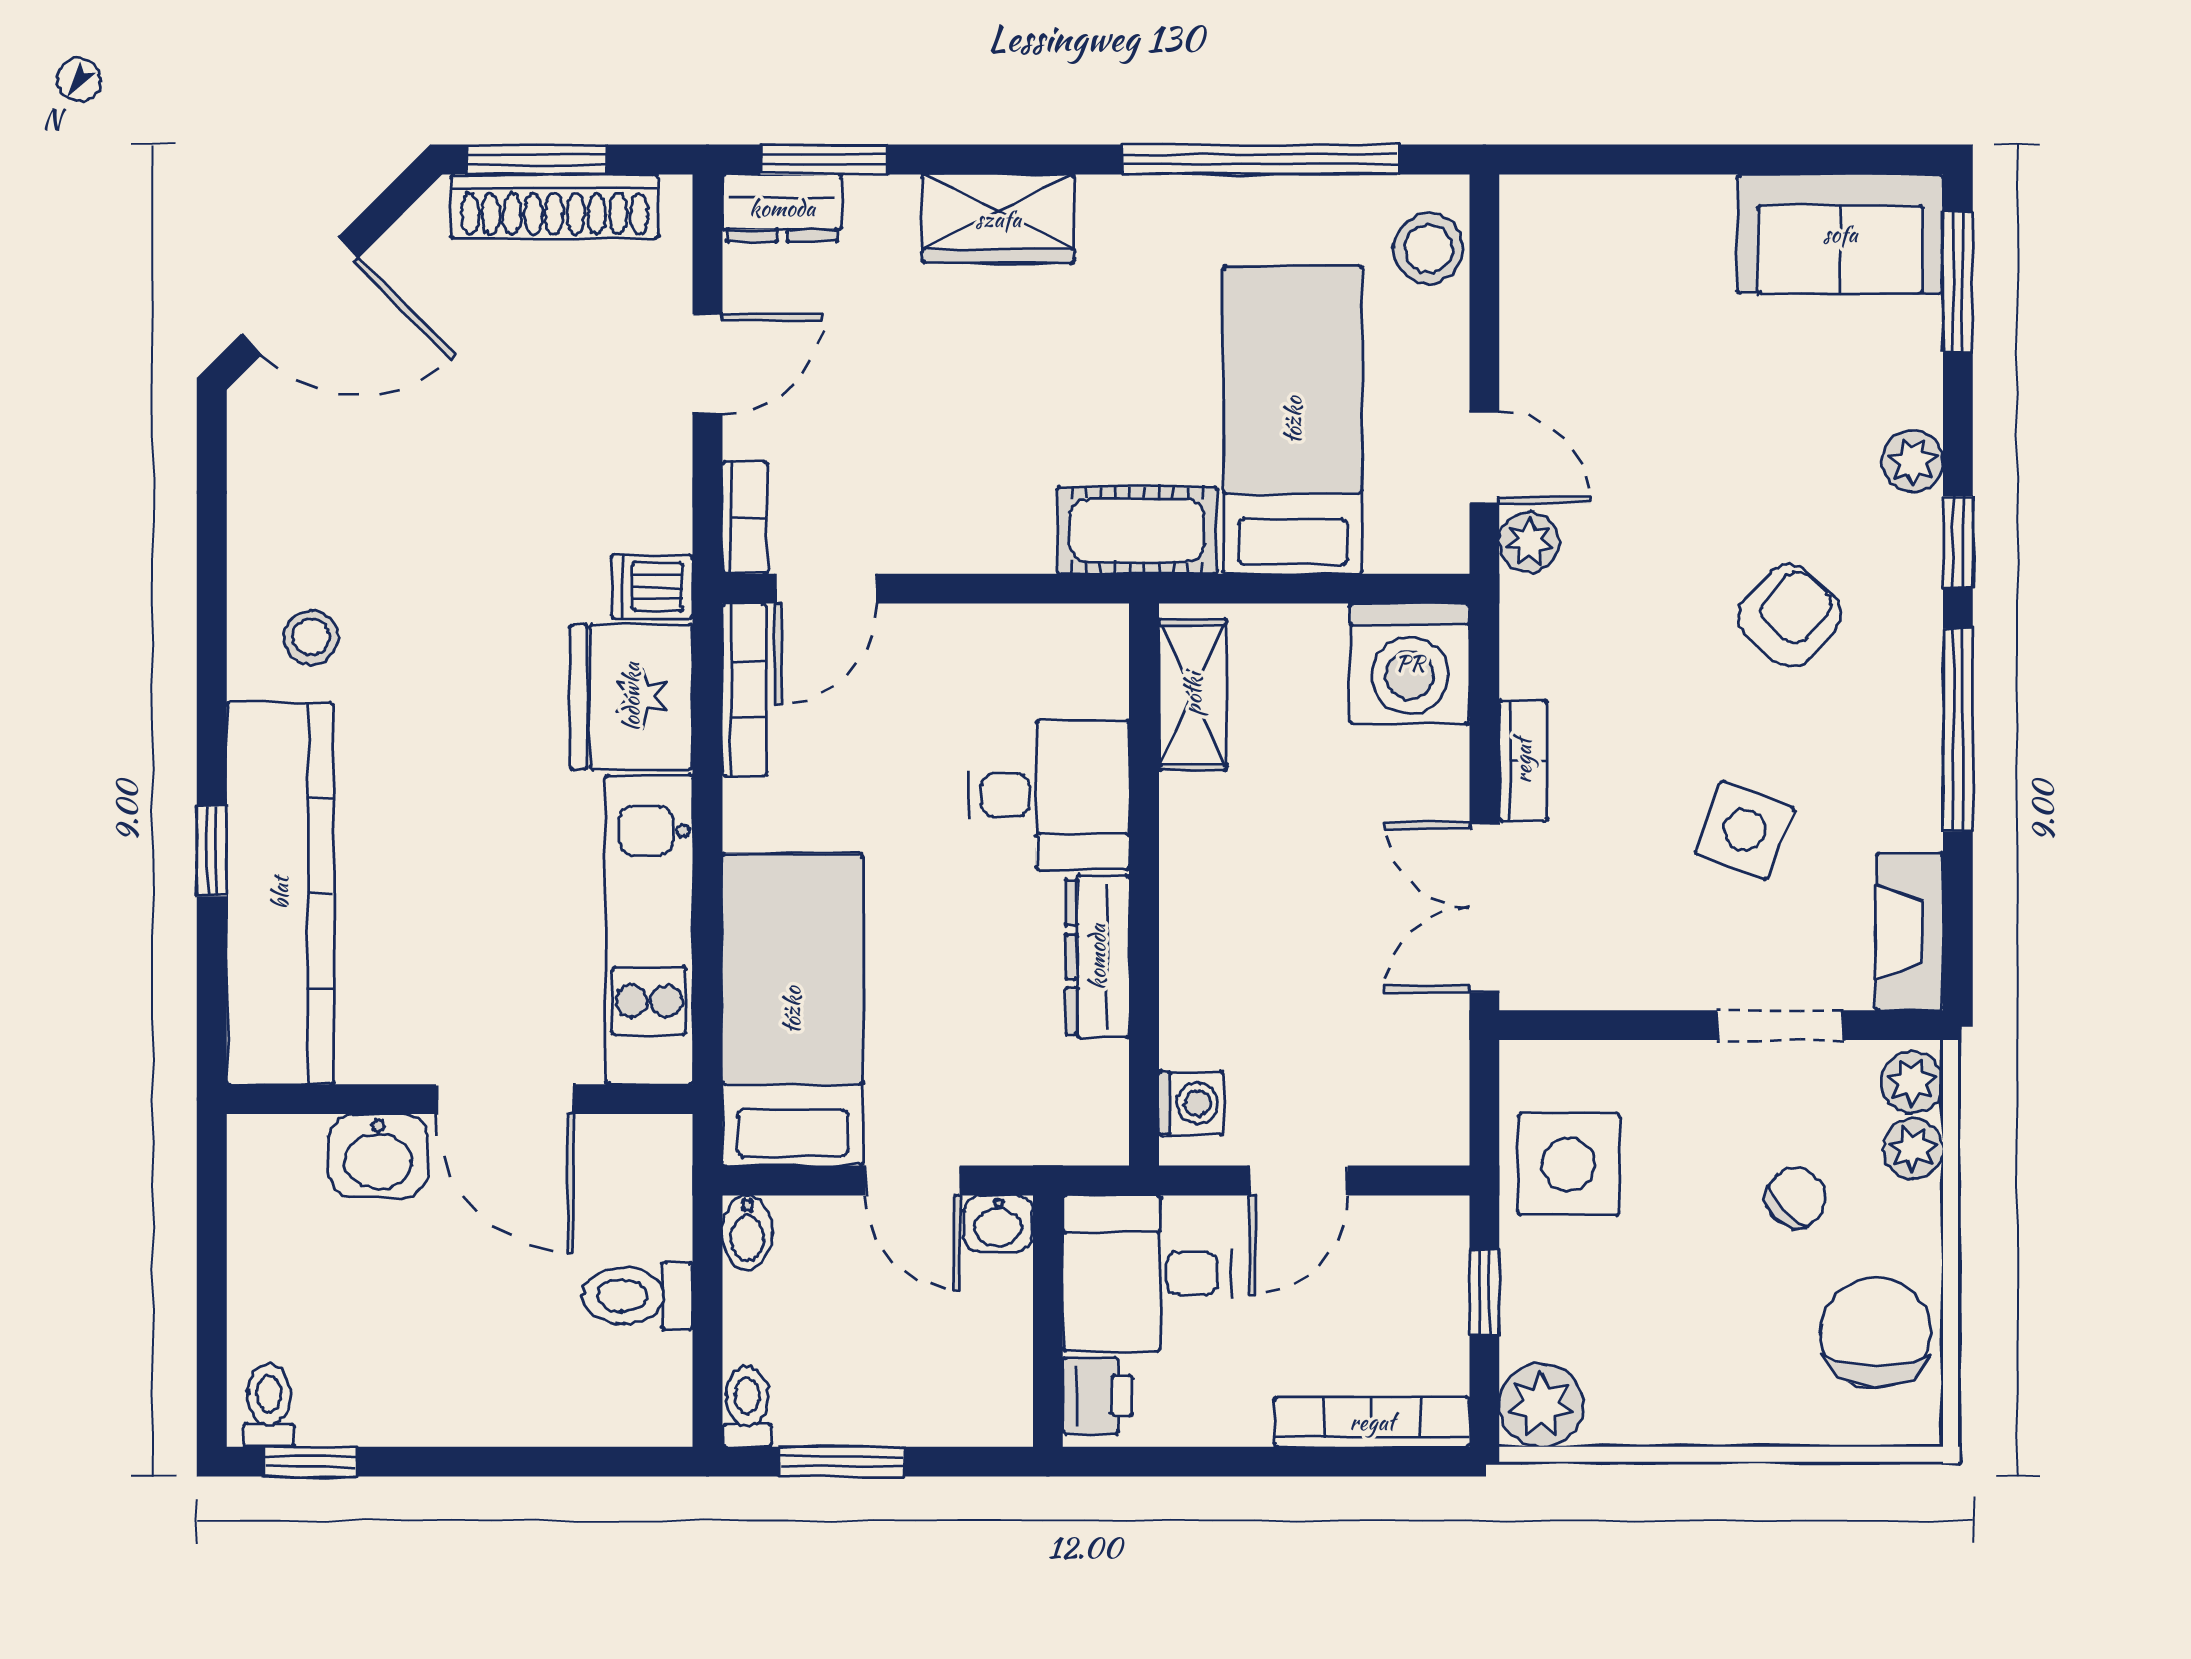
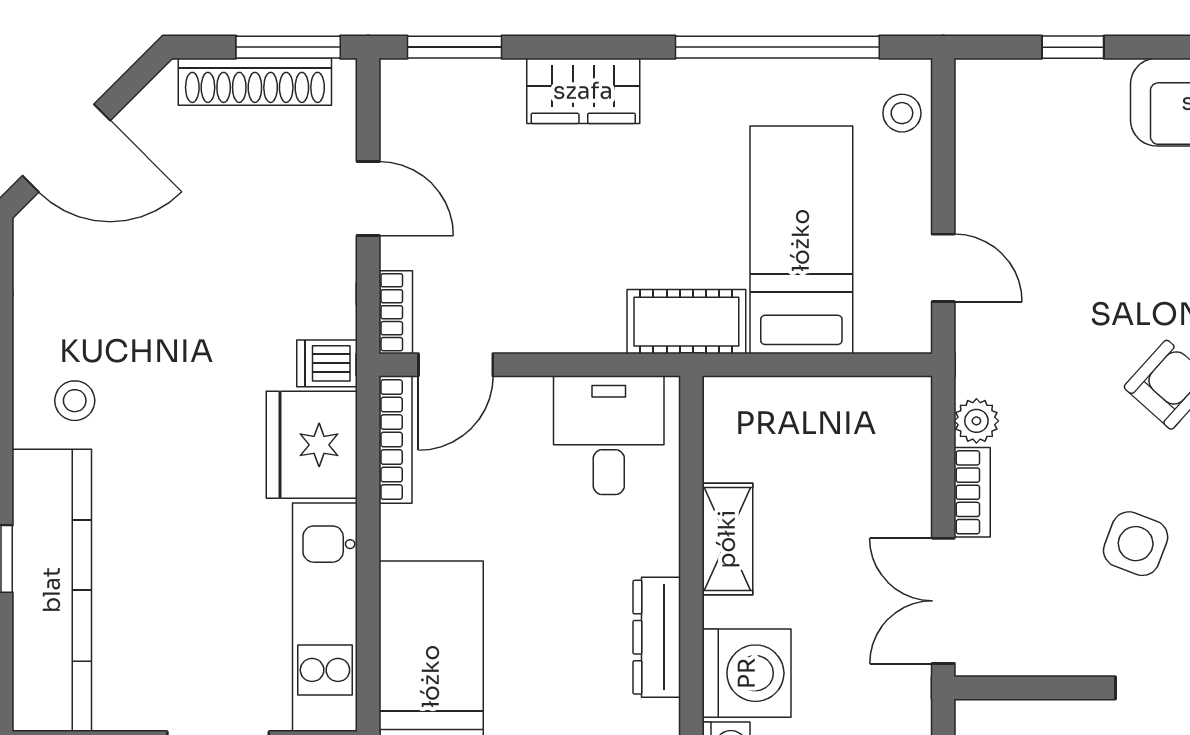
window: (537, 160) -> (288, 47), moved
window: (1660, 160) -> (1073, 47), added
dresser: (782, 208) -> (423, 83), removed
stool: (1429, 249) -> (902, 113), width x0.73, depth x0.73
door: (707, 364) -> (368, 199), hinge flipped
plant: (1529, 542) -> (976, 421), moved
washing machine: (1410, 663) -> (747, 673), moved, turned -90
shelving: (1193, 694) -> (727, 539), moved
desk: (1049, 795) -> (609, 435), moved, turned -90

